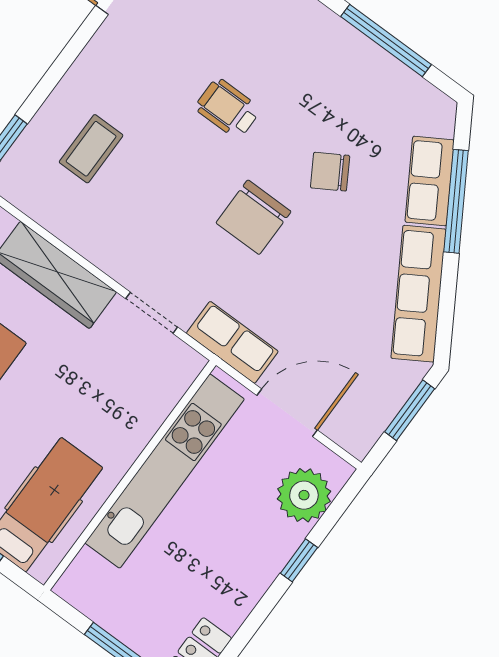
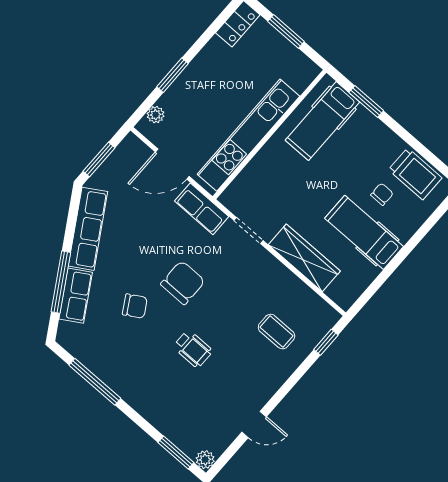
coffee table: (91, 149) -> (277, 332), turned 90
plant: (304, 495) -> (156, 115), width x0.53, depth x0.53
window: (299, 560) -> (173, 75), width x1.50

